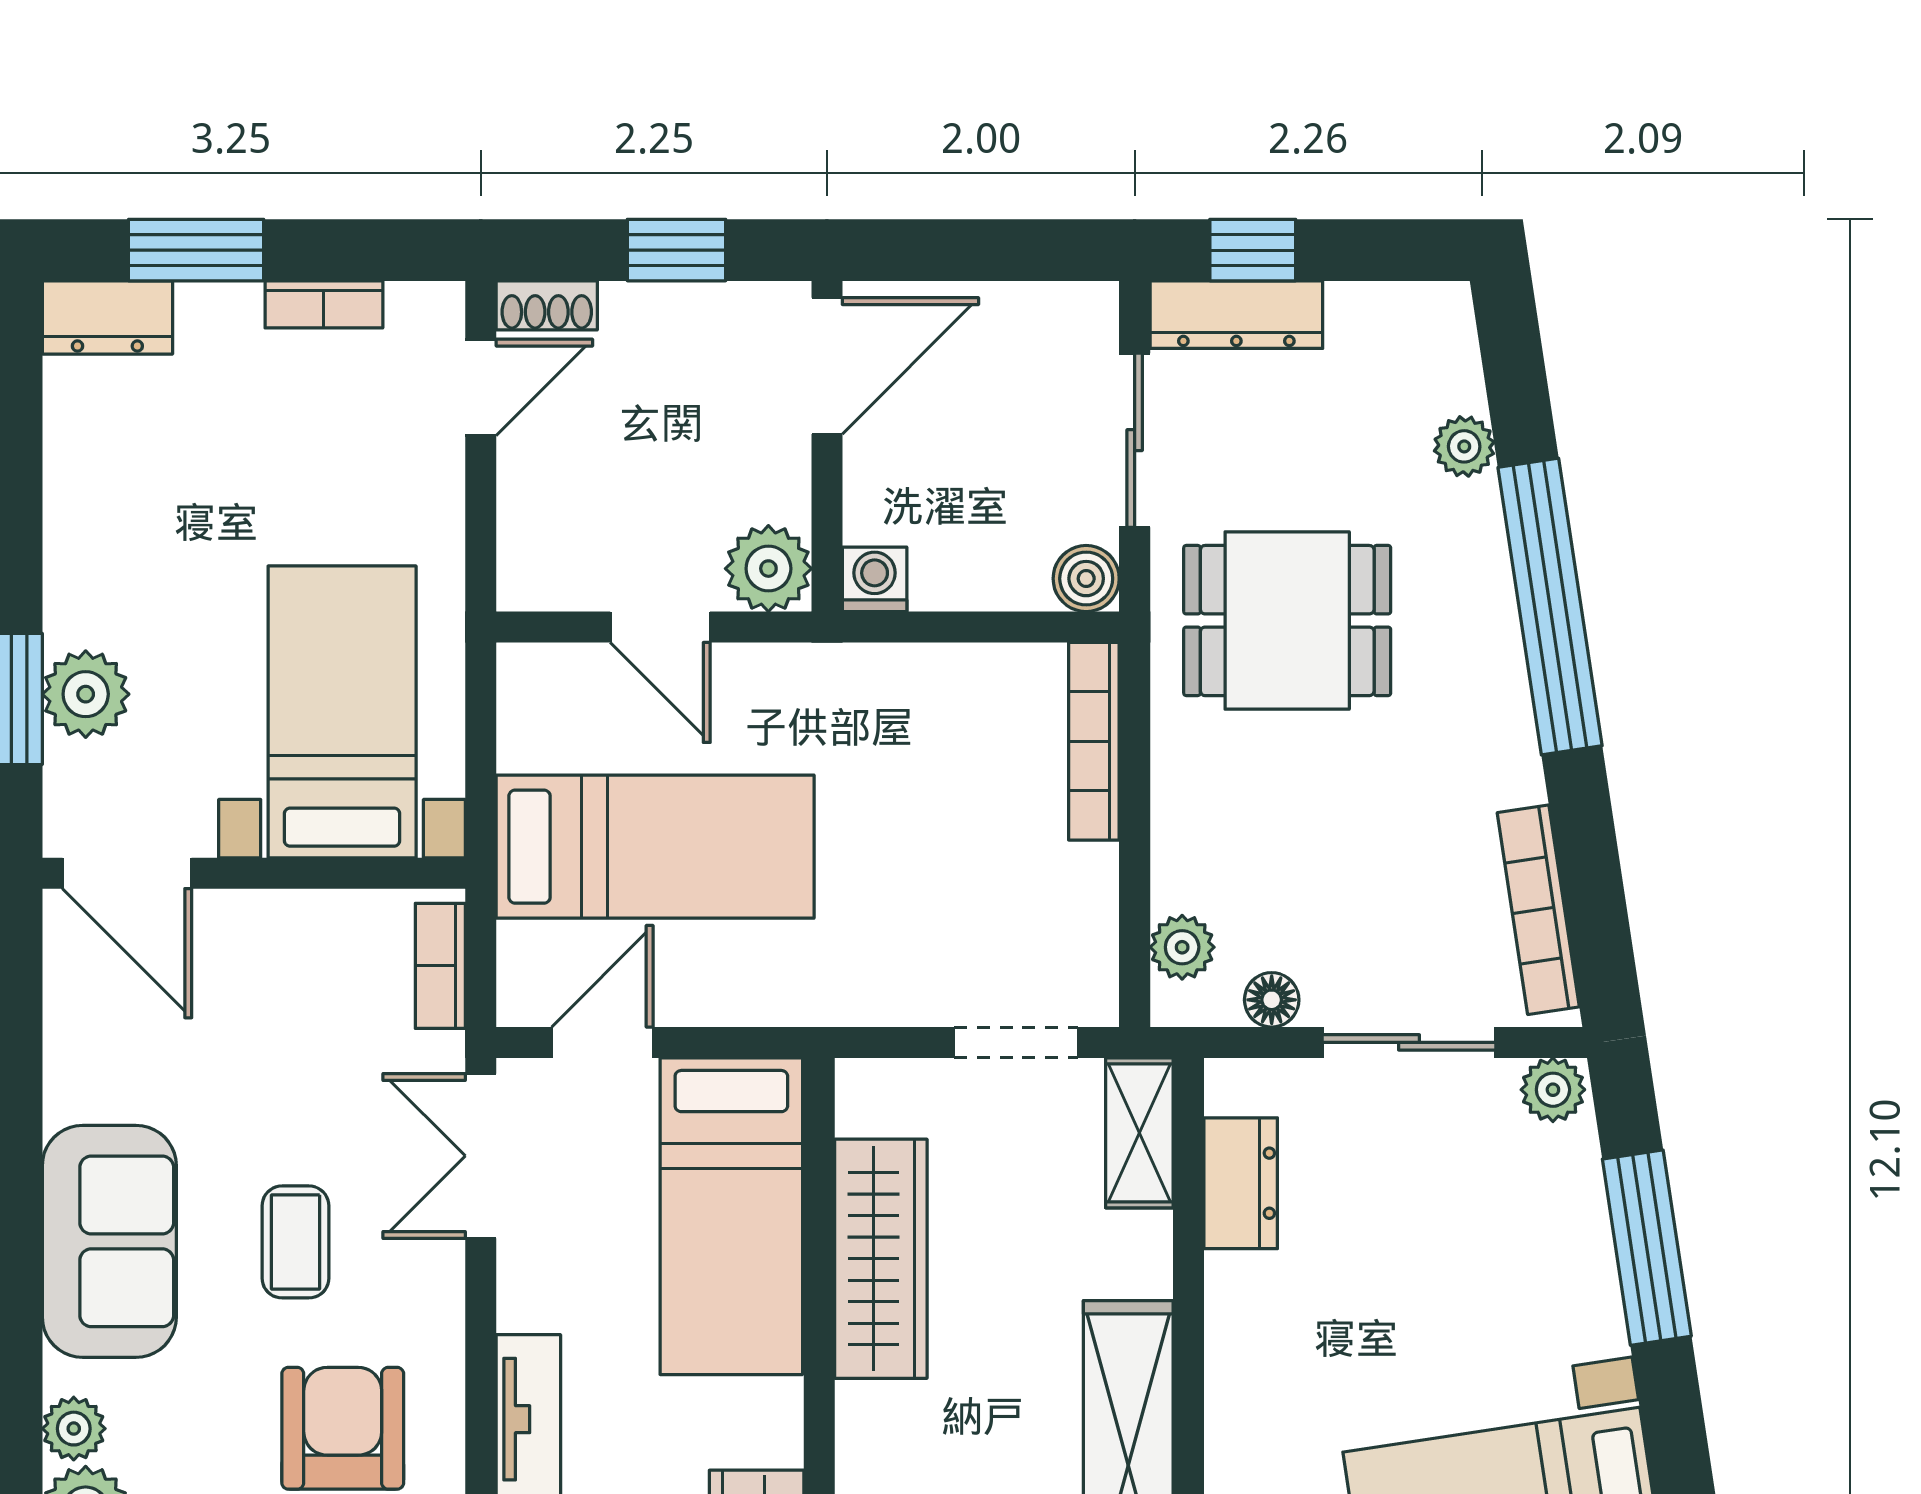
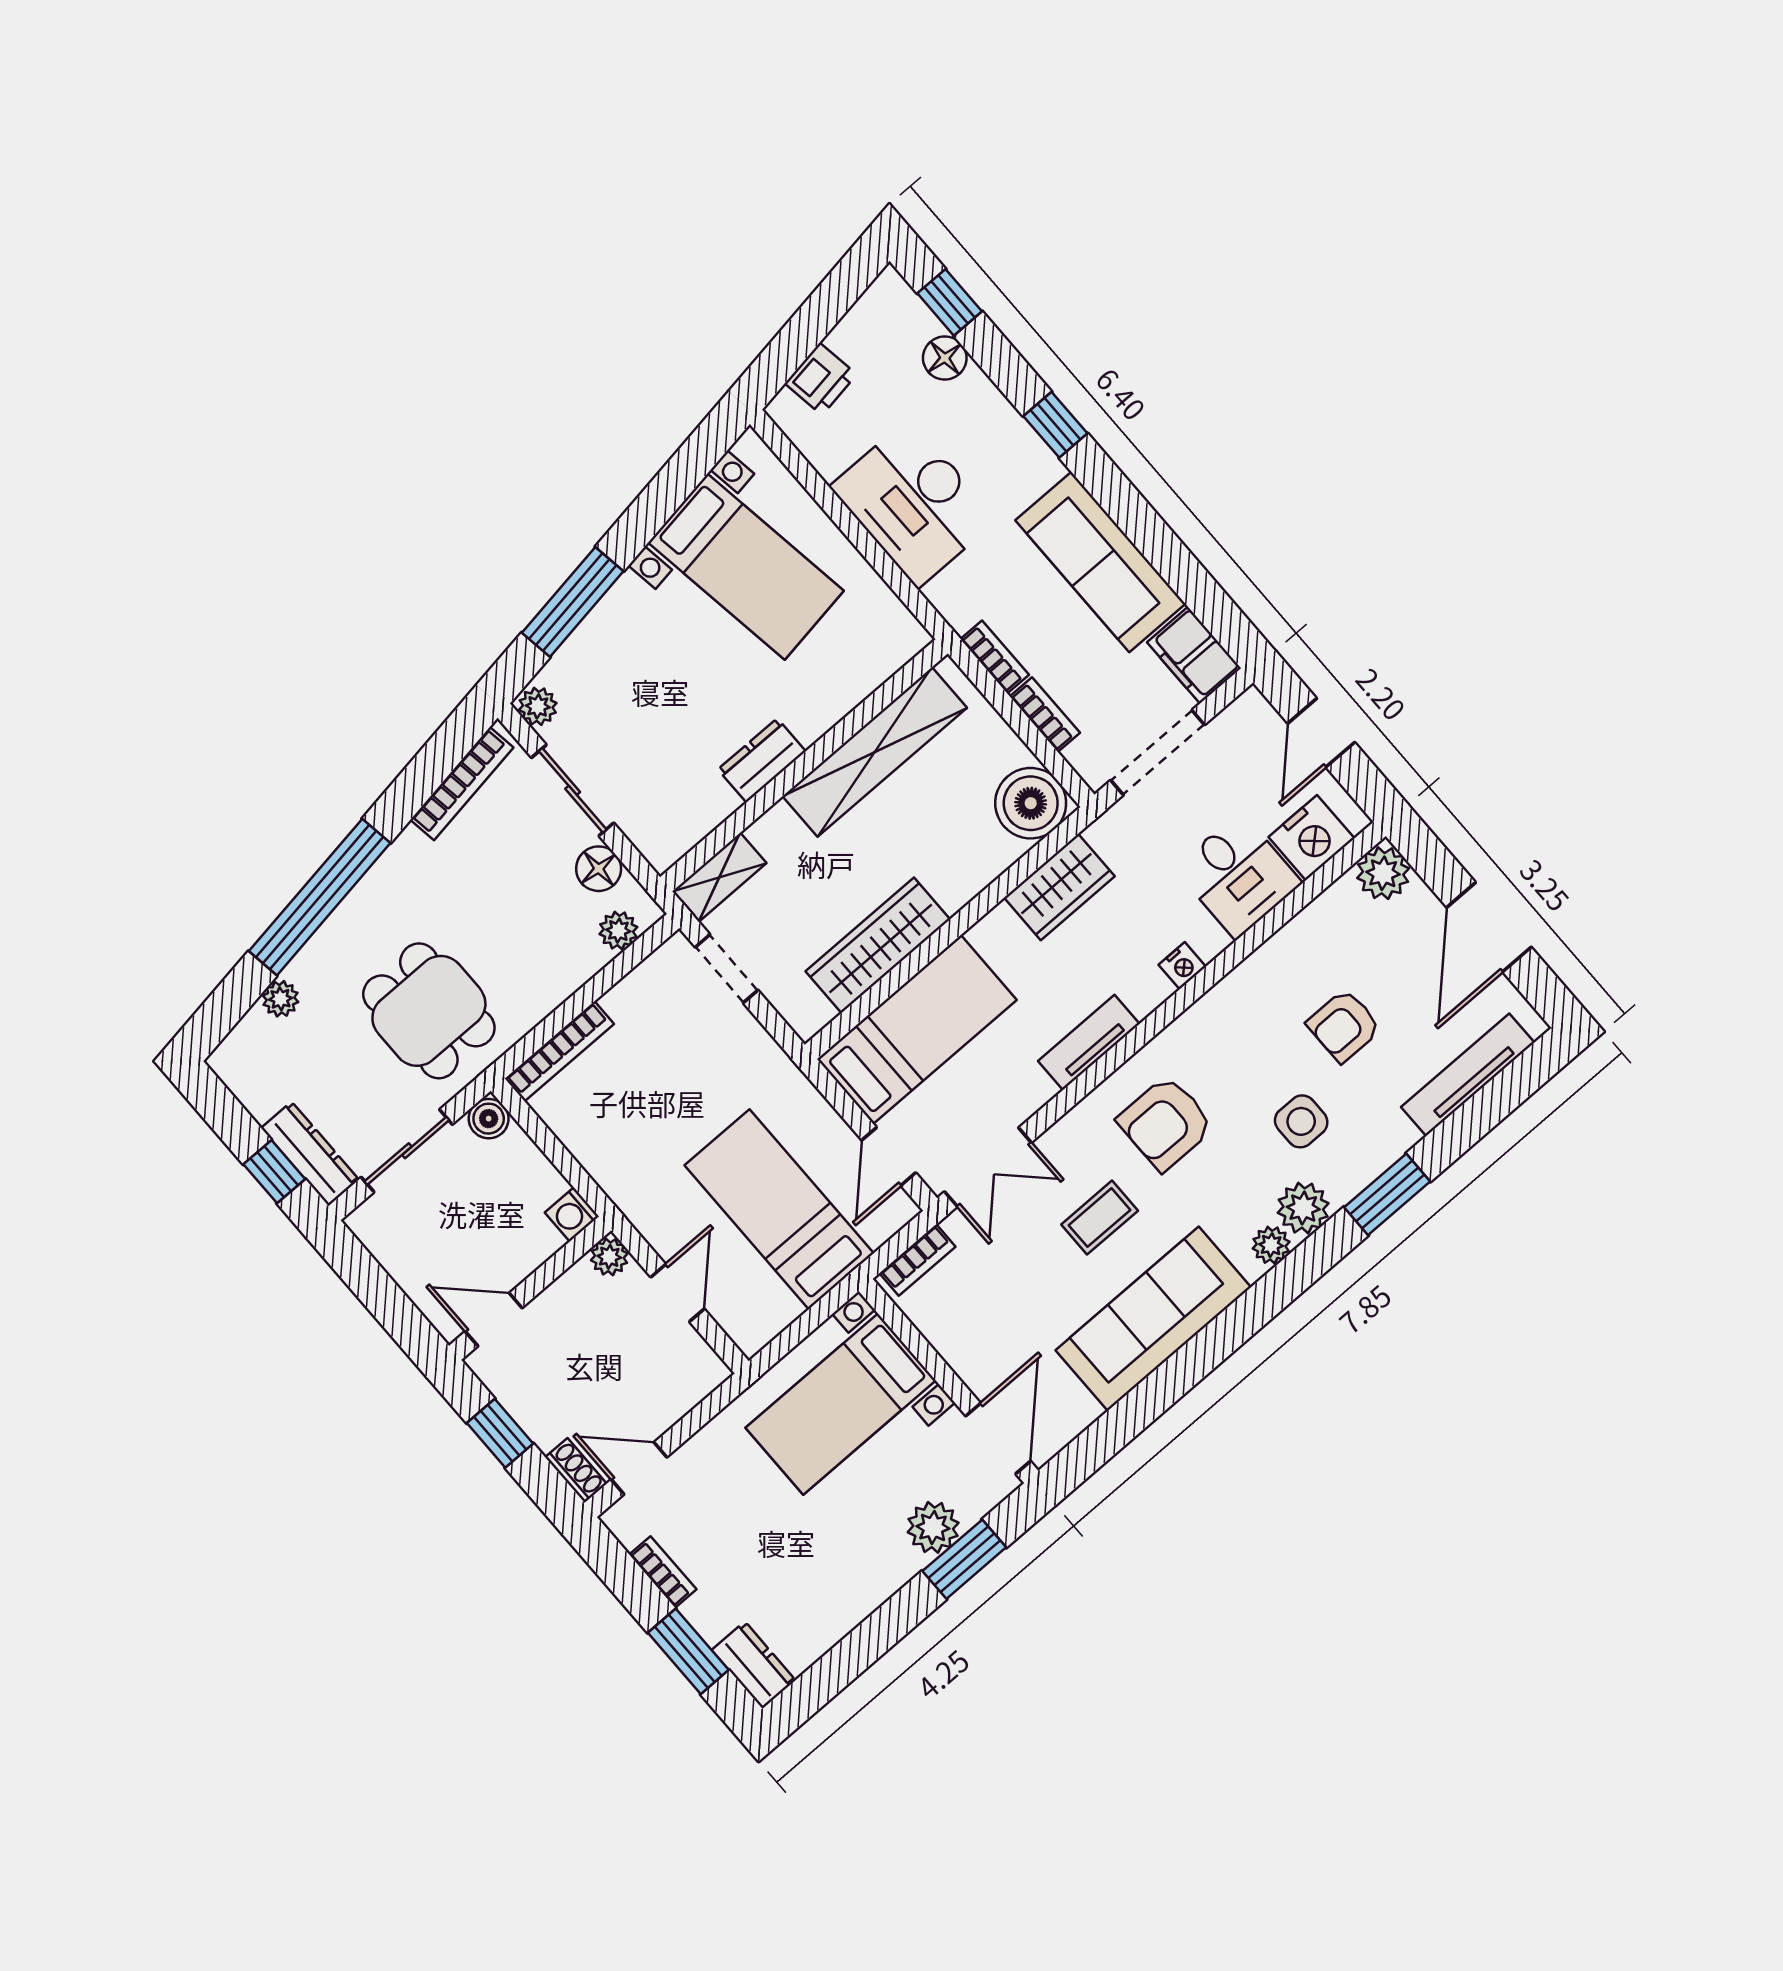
door: (827, 366) -> (494, 1320), width x0.73
plant: (768, 569) -> (609, 1257), width x0.73, depth x0.73
floor lamp: (1272, 1000) -> (599, 869), width x1.37, depth x1.37
door: (602, 1042) -> (889, 1156), hinge flipped
dresser: (1241, 1183) -> (762, 760), moved
sofa: (109, 1241) -> (1153, 1319), width x1.36

